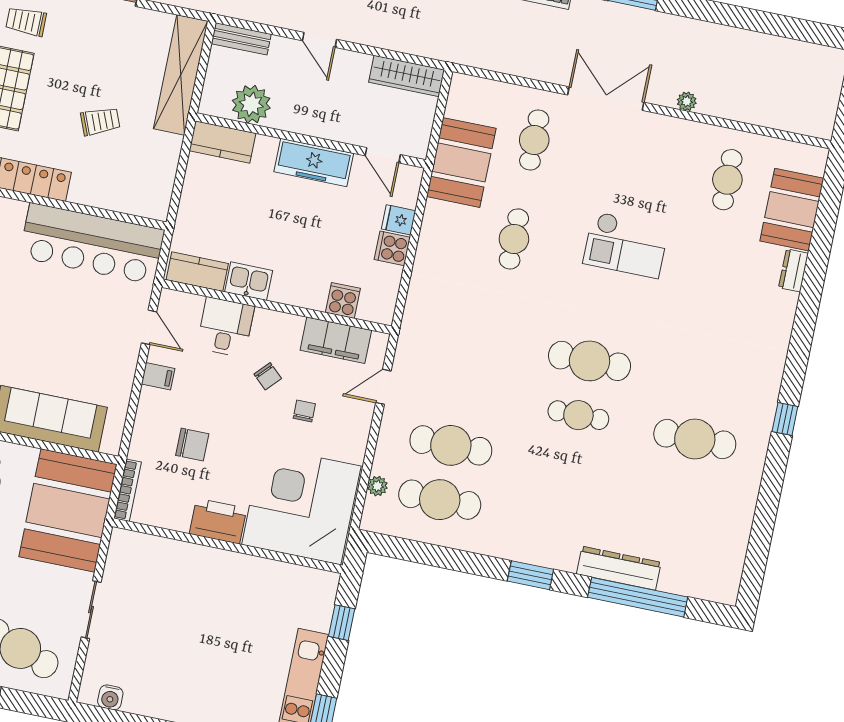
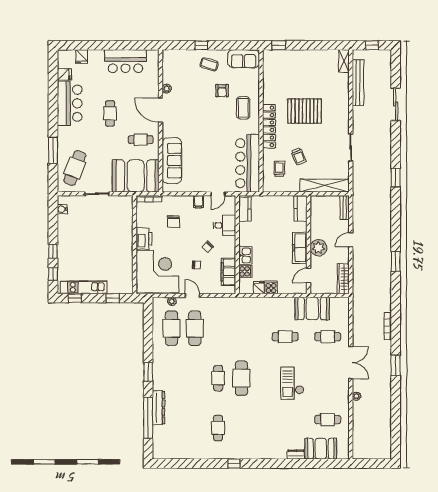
trolley: (26, 21) -> (279, 169), moved
plant: (251, 104) -> (318, 248), moved
fridge: (399, 220) -> (259, 288), moved
kitchen sink: (249, 281) -> (245, 255), moved
door: (383, 387) -> (192, 295), moved
cafe table: (695, 439) -> (218, 428), width x0.73, depth x0.74

